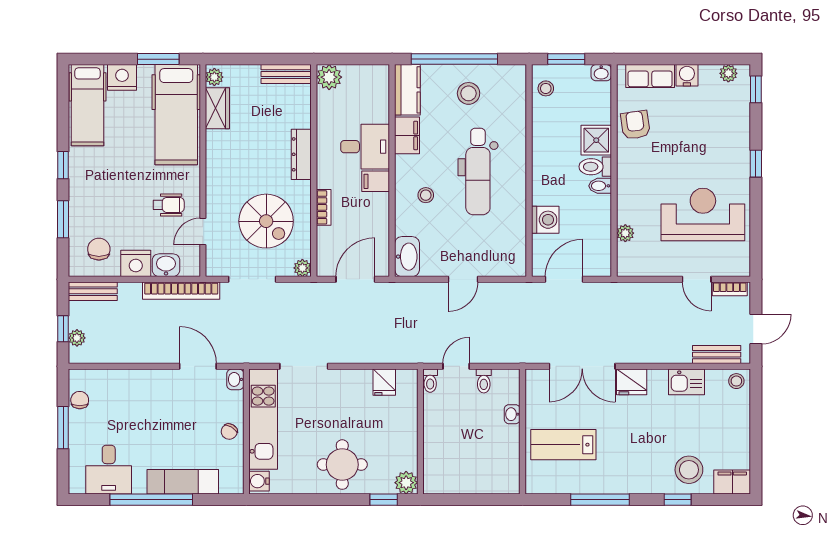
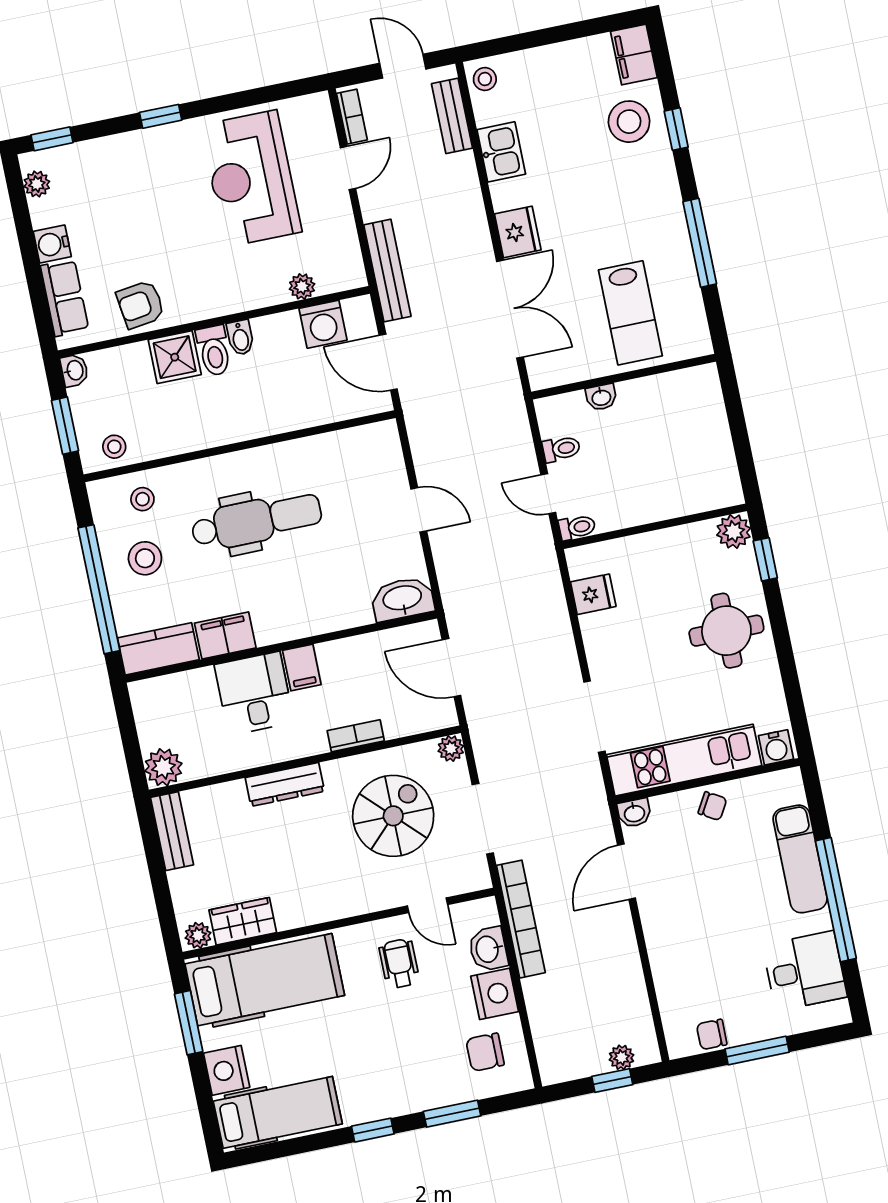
stool: (426, 195) -> (142, 499), moved
washing machine: (545, 220) -> (323, 324), moved, turned 180
bench: (93, 291) -> (387, 271), moved, width x1.36

